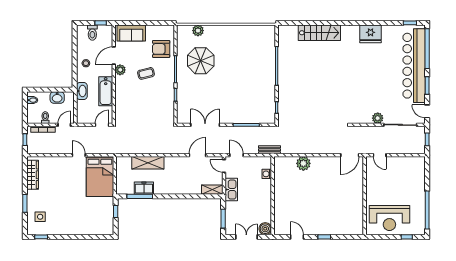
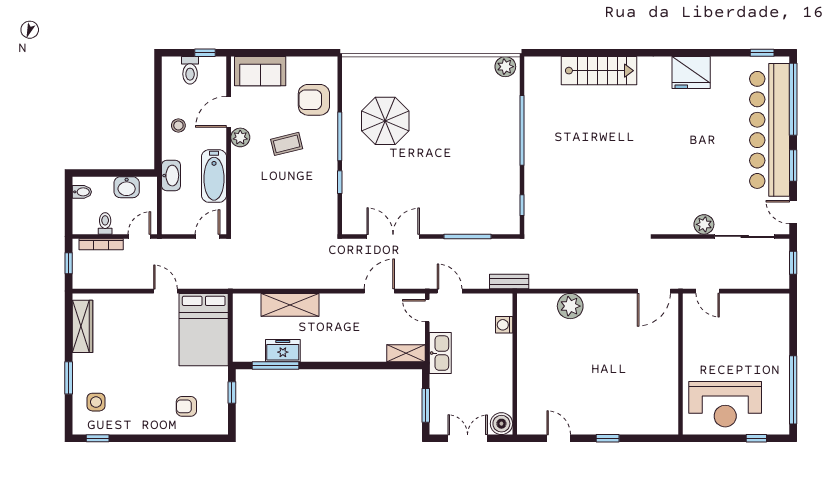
plant: (198, 31) -> (505, 67), moved
armchair: (90, 219) -> (186, 406), added

